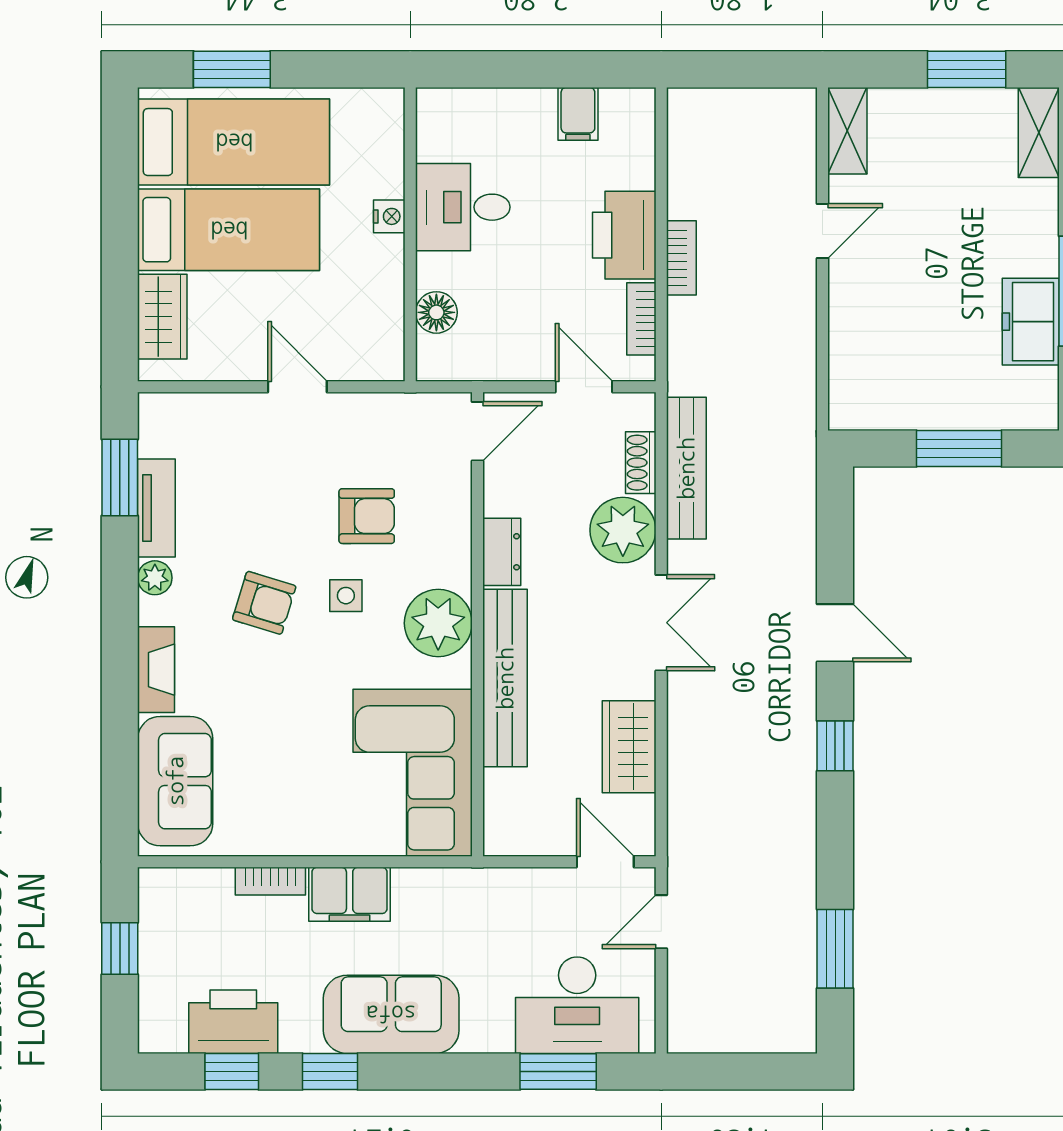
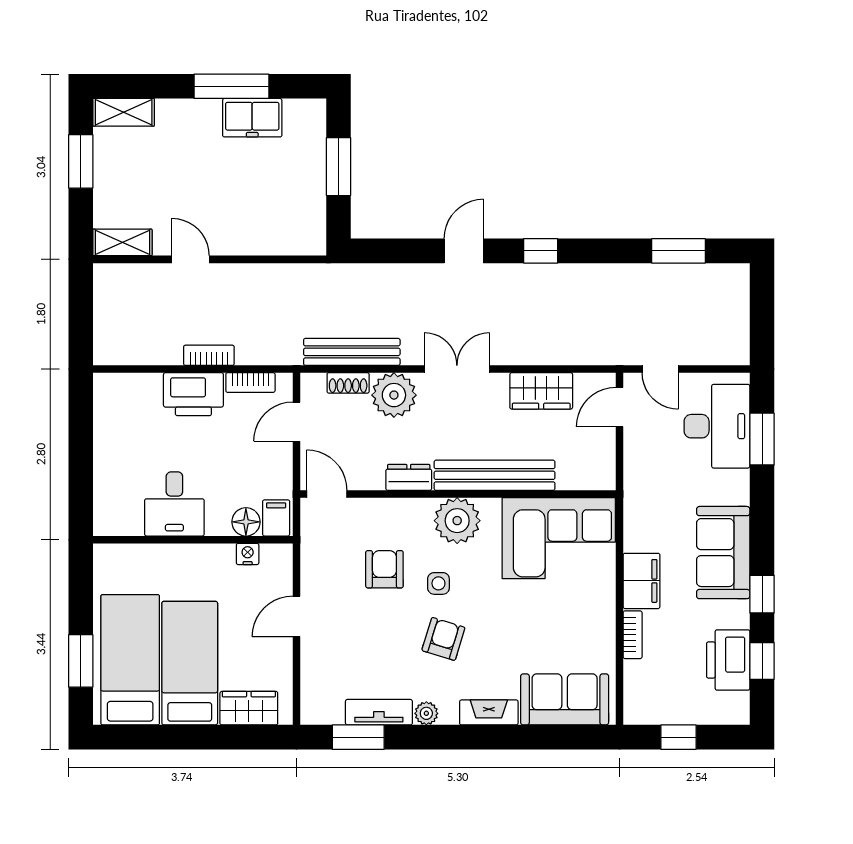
filing cabinet: (578, 114) -> (276, 518), moved, turned -90
nightstand: (389, 216) -> (248, 554), moved

